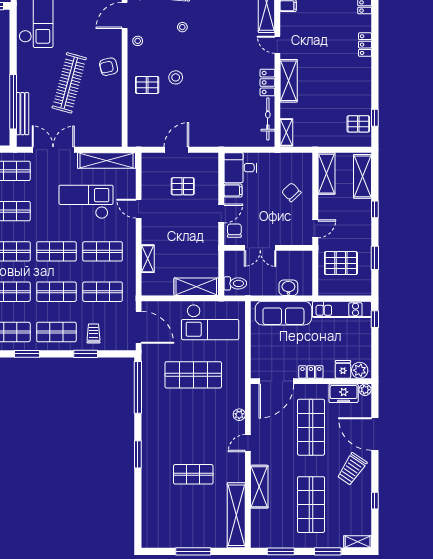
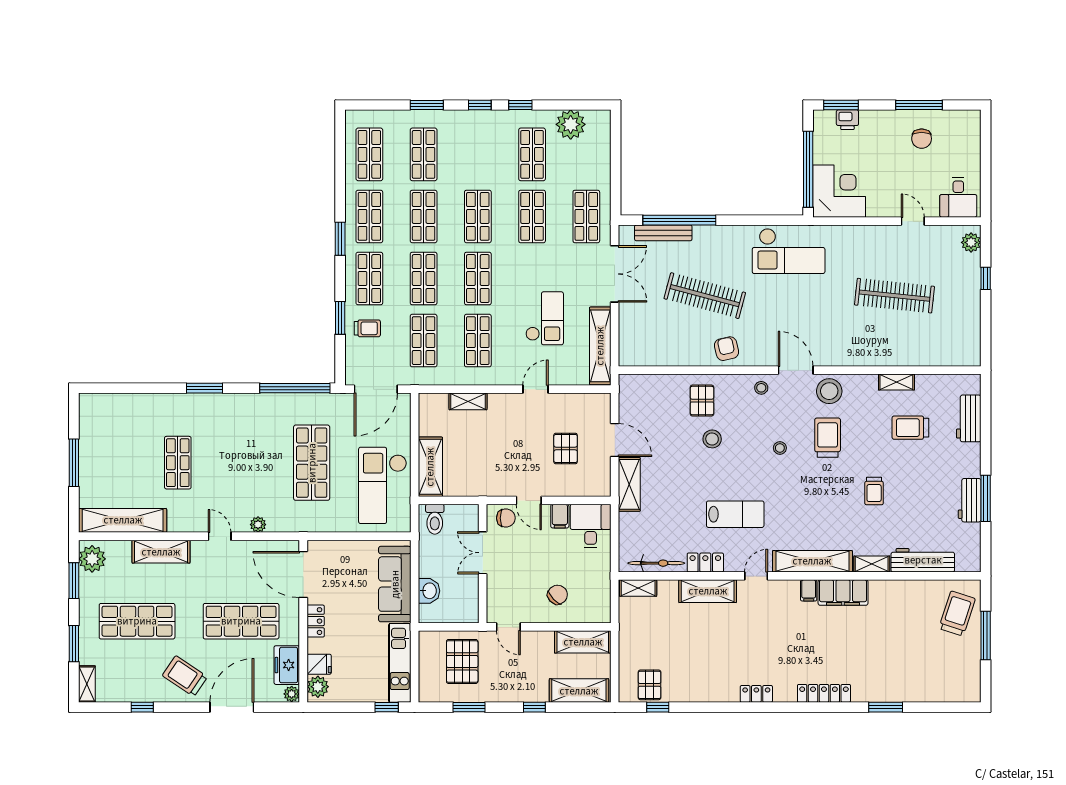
lab bench: (232, 60) -> (735, 514), added
shelving: (209, 139) -> (629, 484), added
checkout: (86, 202) -> (545, 318), width x0.73, depth x0.83
plant: (265, 538) -> (92, 559), added

